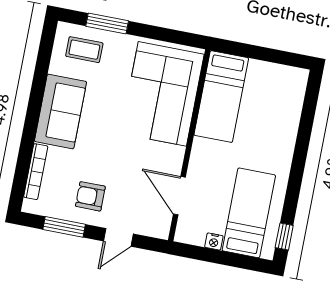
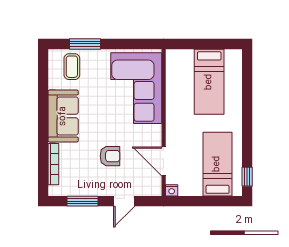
coffee table: (84, 50) -> (72, 67), turned 90
bed: (221, 97) -> (209, 82), moved
armchair: (90, 196) -> (110, 156), moved, turned 180
nightstand: (214, 241) -> (172, 190), moved

